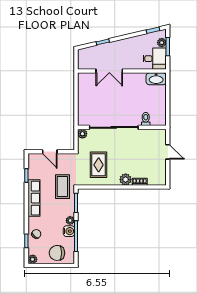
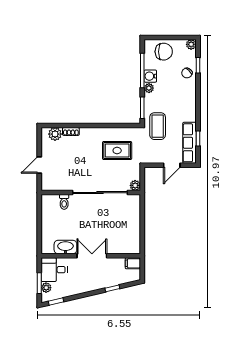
filing cabinet: (84, 64) -> (133, 263), added
double door: (109, 71) -> (92, 256), moved
washbasin: (156, 79) -> (65, 247), moved
door: (50, 152) -> (172, 165), swing flipped
door: (168, 152) -> (39, 165), hinge flipped
rug: (99, 165) -> (117, 151), turned 90
plant: (126, 180) -> (55, 134), moved
row of seats: (34, 198) -> (190, 143), moved

